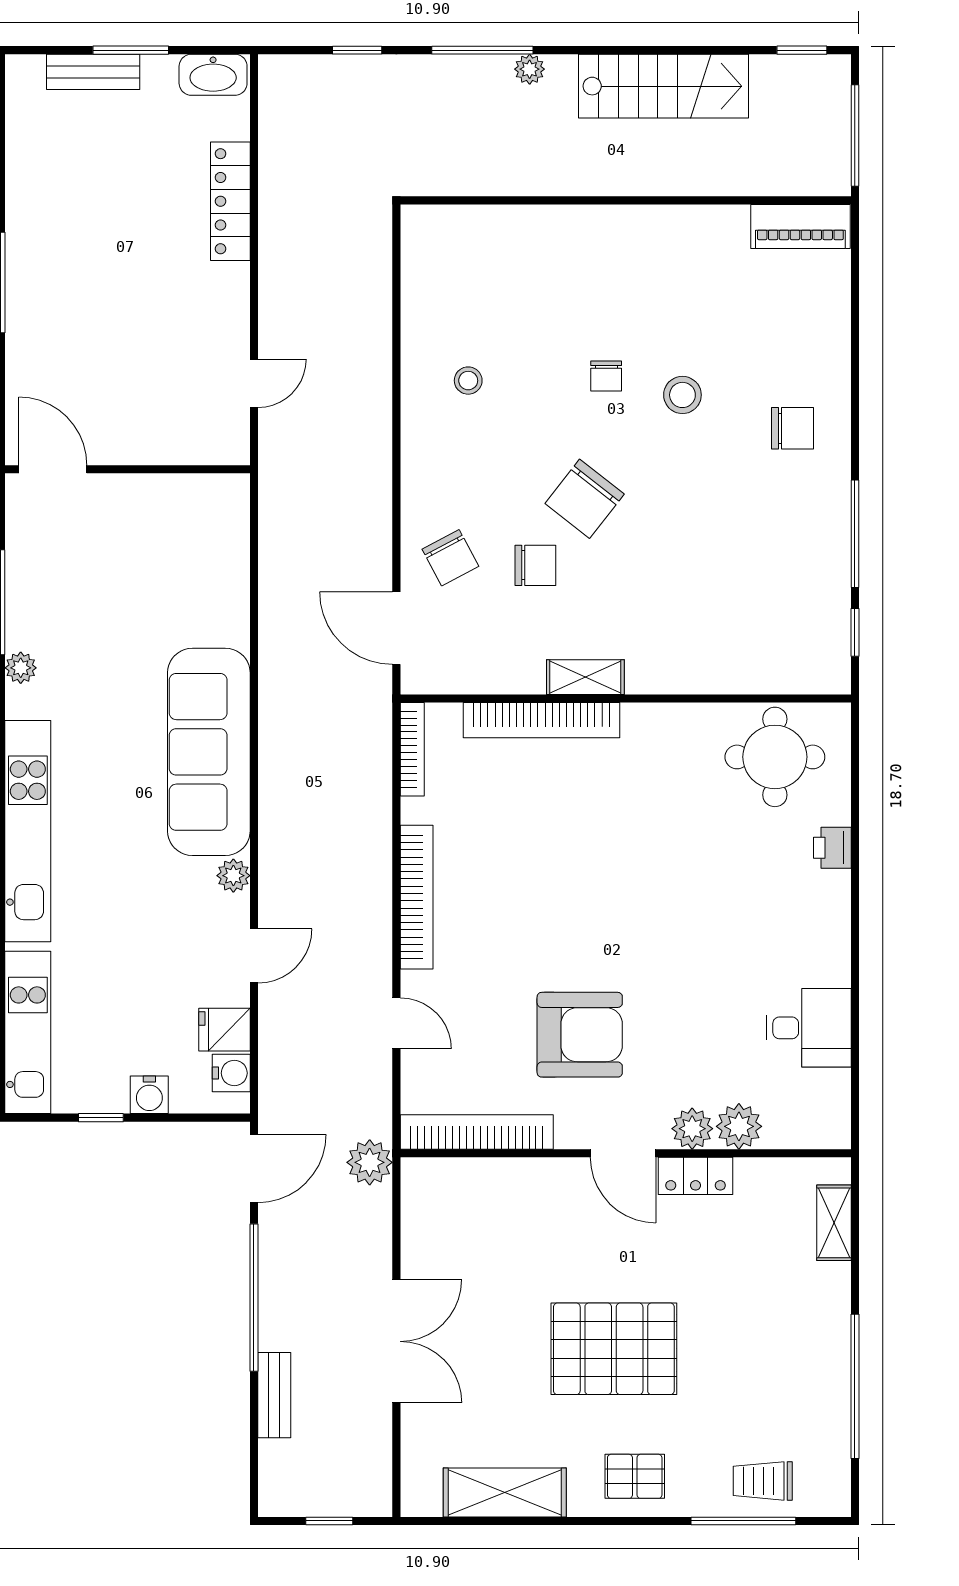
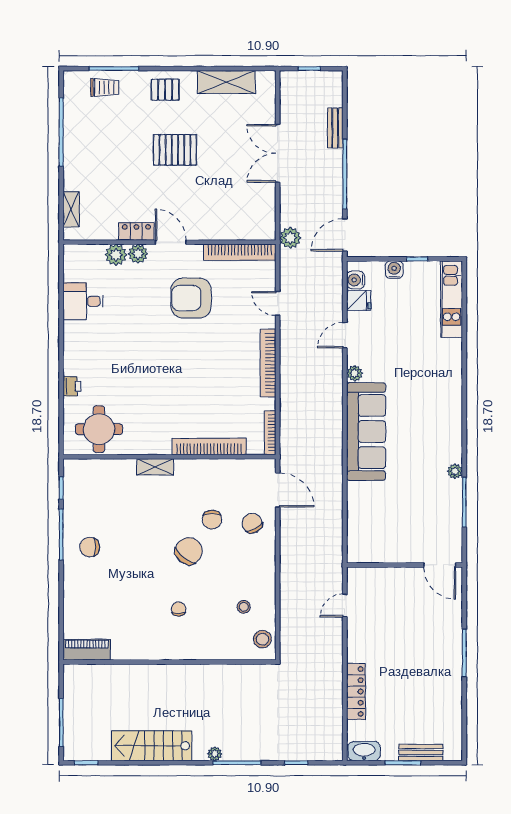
wall: (626, 200) -> (169, 662), moved
piano: (800, 226) -> (87, 650), moved
stool: (682, 395) -> (262, 639), moved
chair: (792, 428) -> (90, 547), moved
chair: (535, 565) -> (212, 520), turned -90
shelving: (585, 677) -> (155, 467), moved
kitchen unit: (28, 831) -> (452, 394), removed
pallet: (614, 1349) -> (175, 150), width x0.73, depth x0.71

